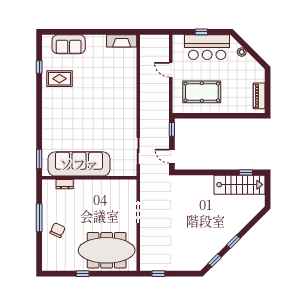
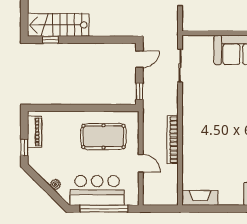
window: (201, 32) -> (104, 209), width x3.17
window: (268, 83) -> (24, 147), added
bookcase: (144, 89) -> (173, 140), added
door: (172, 156) -> (139, 59), hinge flipped

